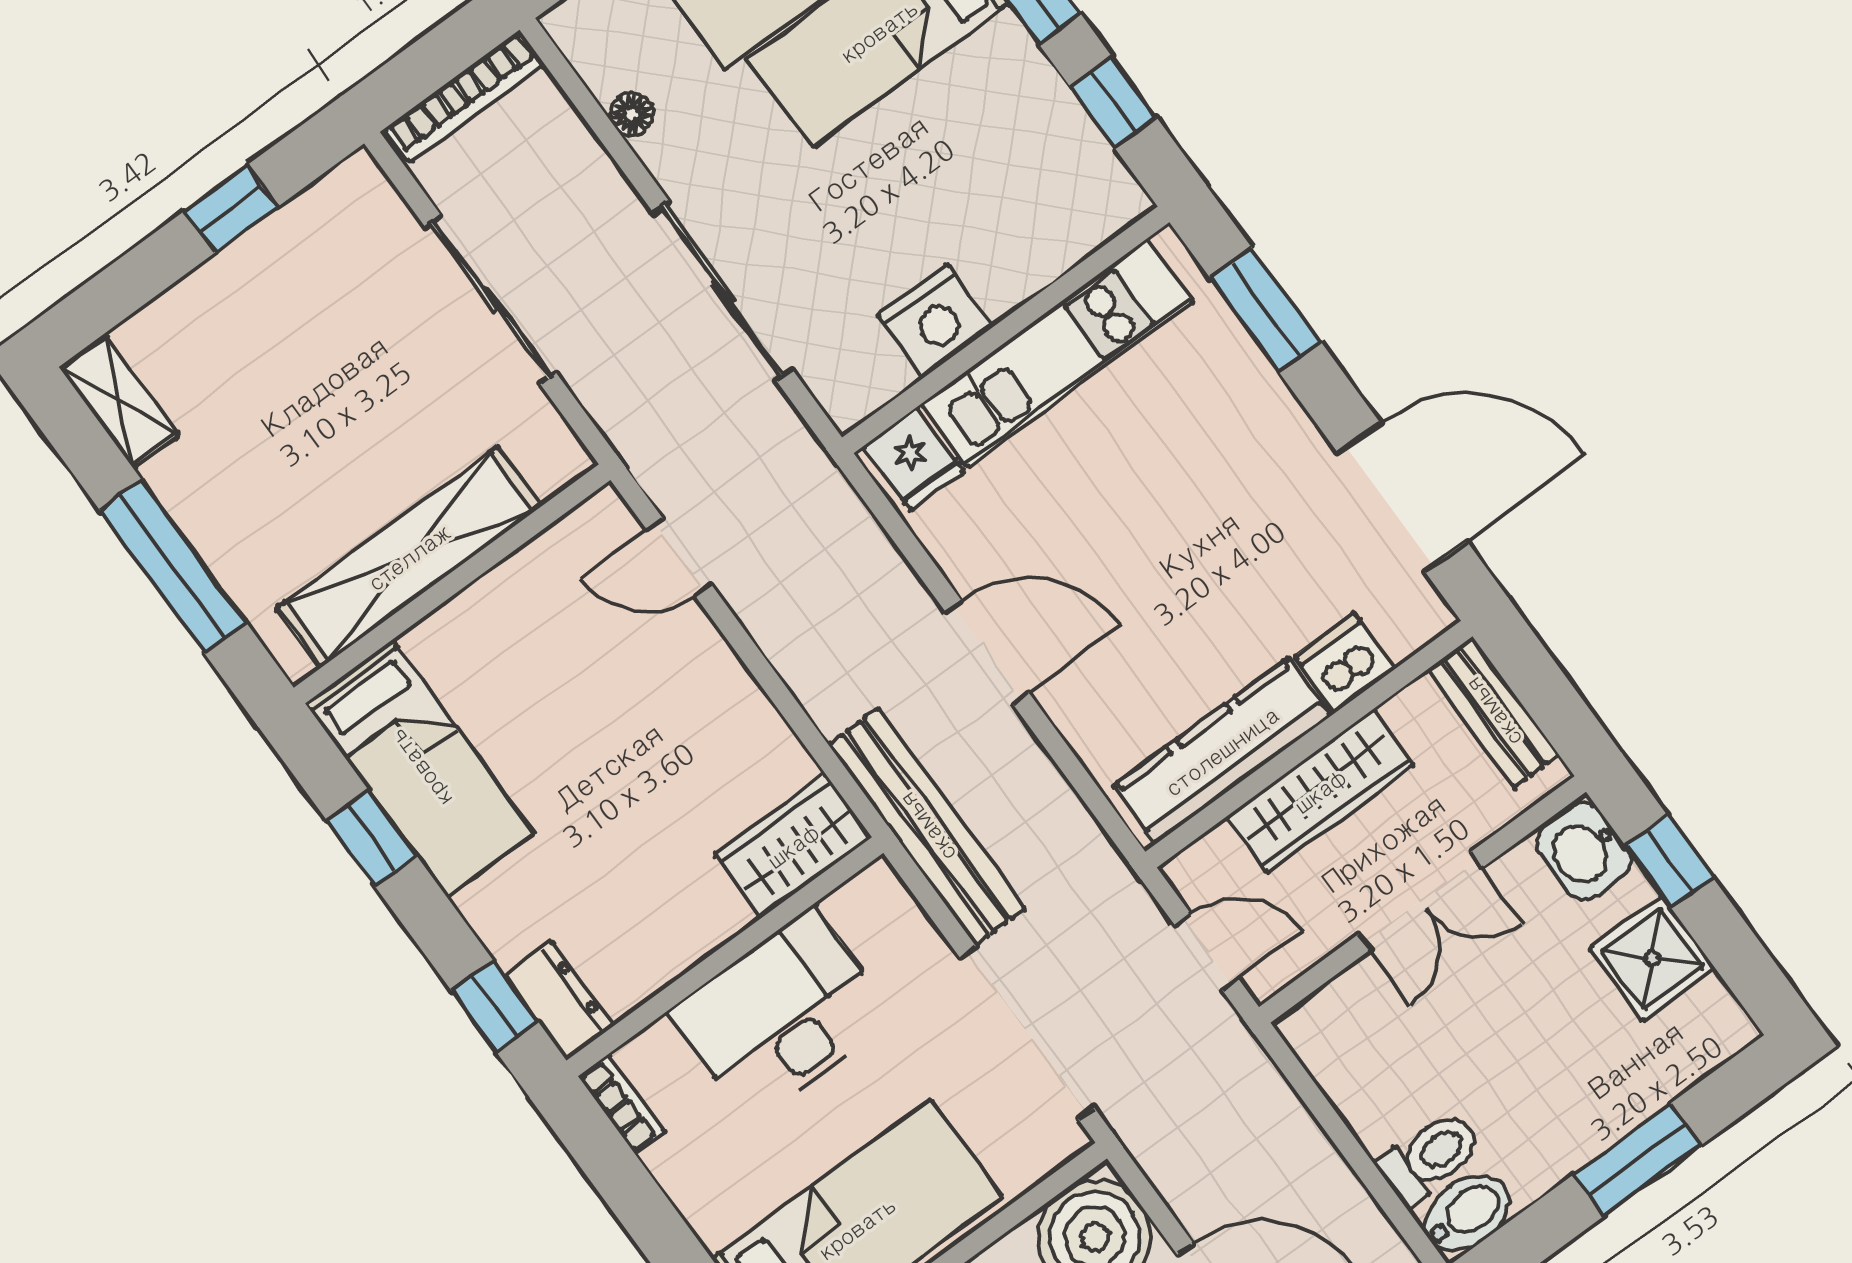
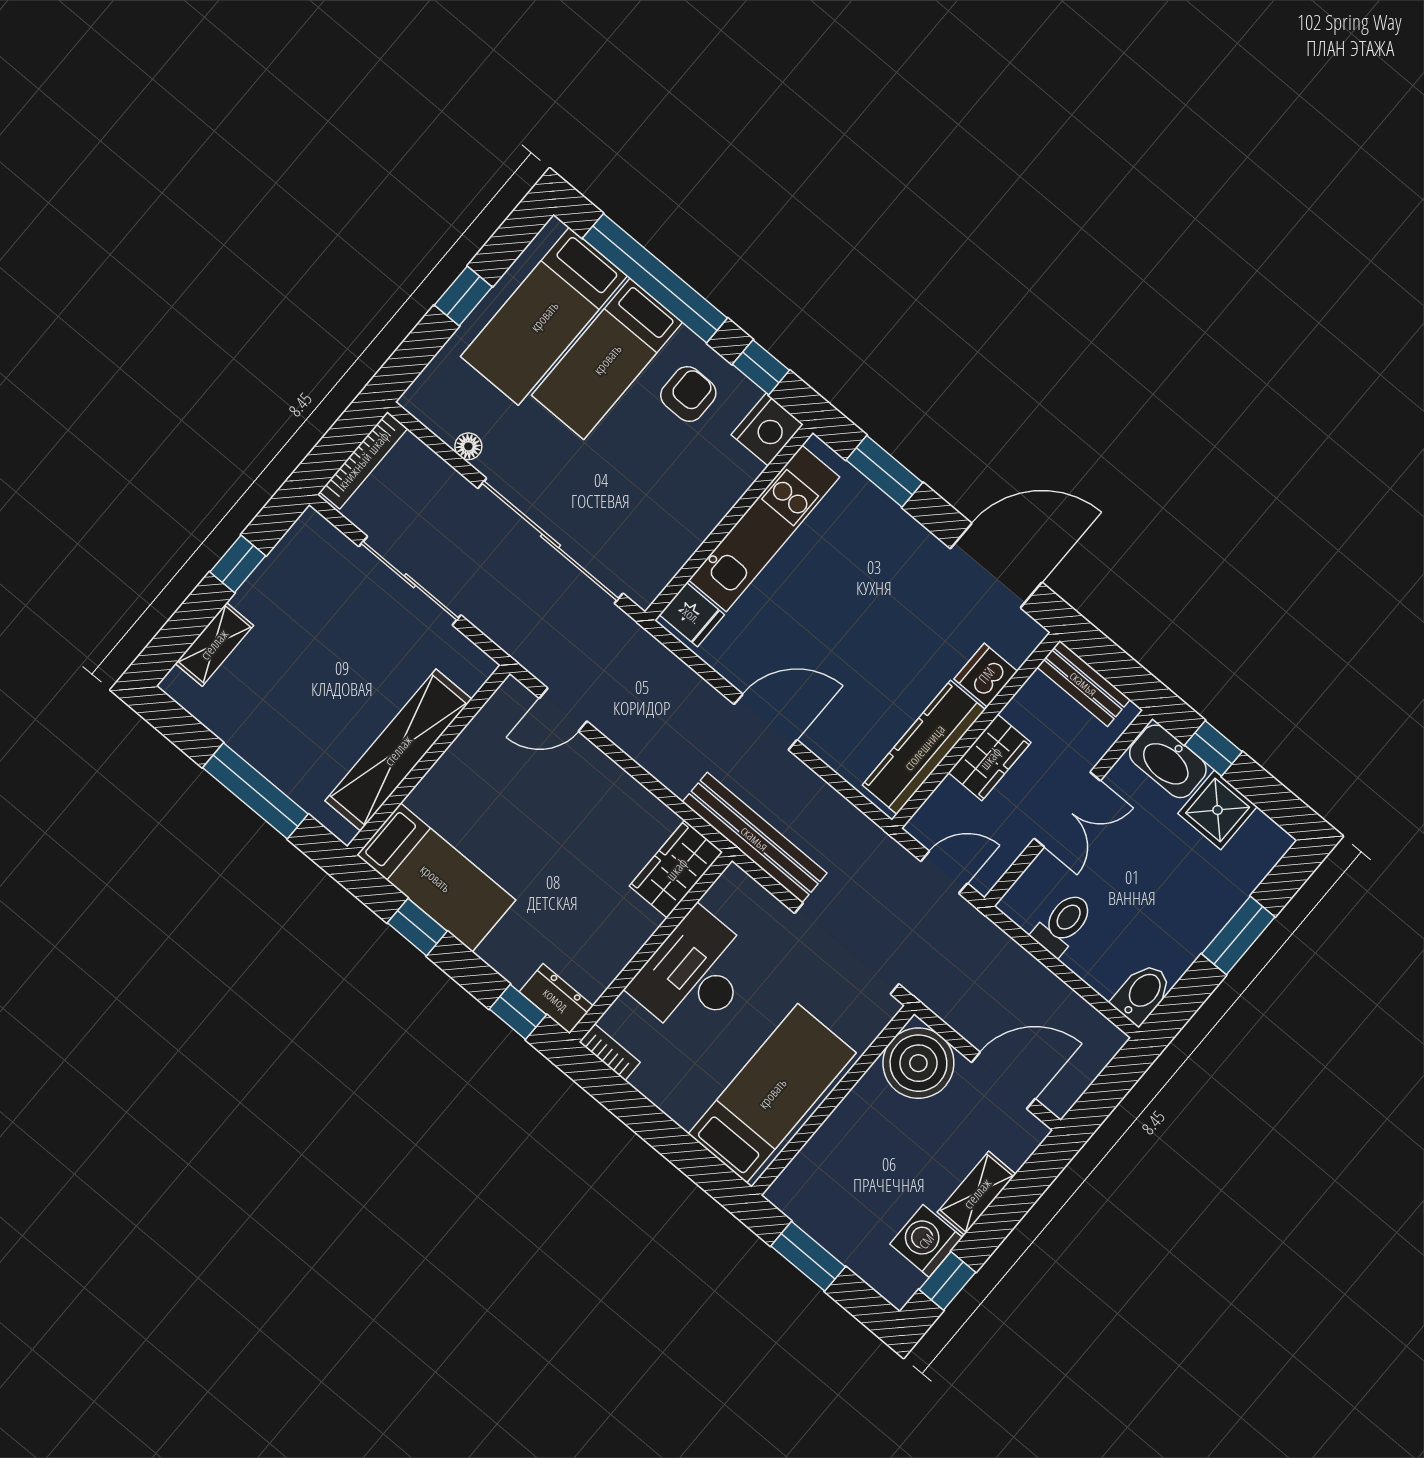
armchair: (991, 116) -> (688, 394), added
sliding door: (723, 291) -> (550, 541), width x1.36
nightstand: (936, 321) -> (767, 429), moved
shelving: (119, 401) -> (214, 644), moved, turned 90
wardrobe: (1320, 791) -> (990, 758), width x0.67
washbasin: (1584, 851) -> (1168, 761), width x1.38
toilet: (1430, 1157) -> (1063, 924), moved

